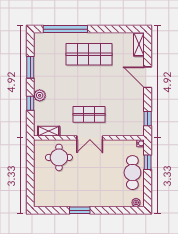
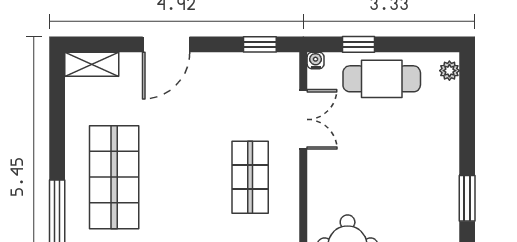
double door: (90, 138) -> (303, 119), moved

